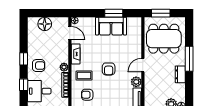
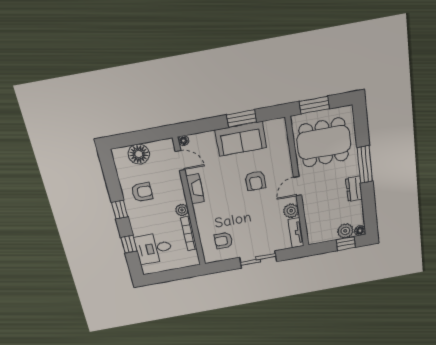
armchair: (39, 66) -> (142, 192), moved
armchair: (109, 69) -> (255, 181), moved
coffee table: (84, 76) -> (214, 216), removed

